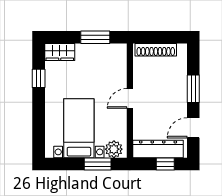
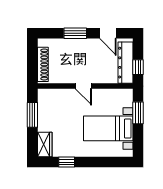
plant: (114, 149) -> (126, 99), removed
window: (165, 164) -> (138, 67), moved

